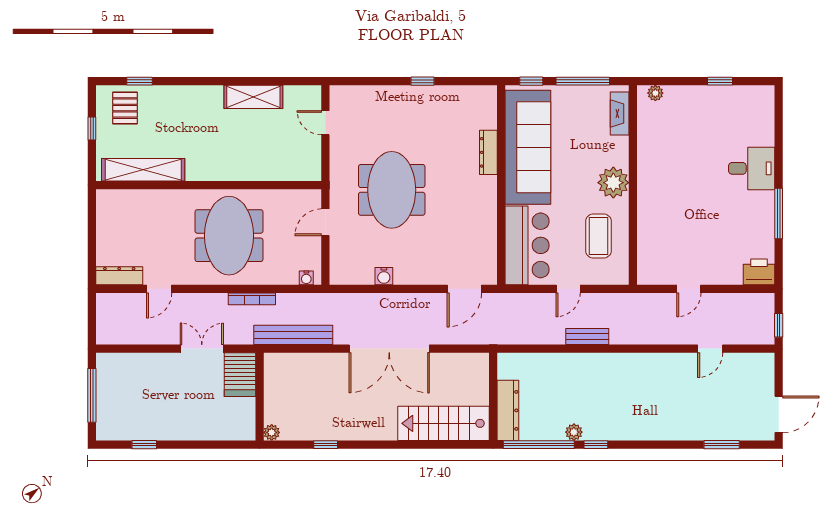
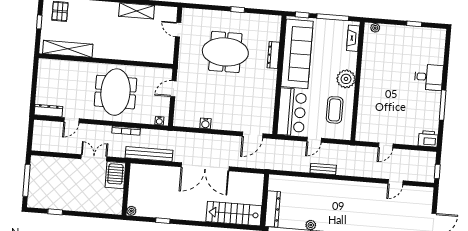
meeting table: (392, 190) -> (225, 52), moved, turned 90

